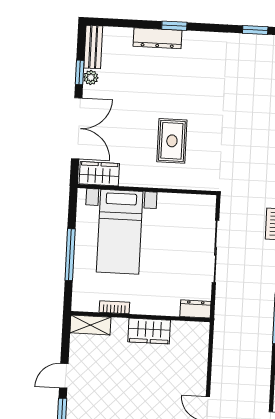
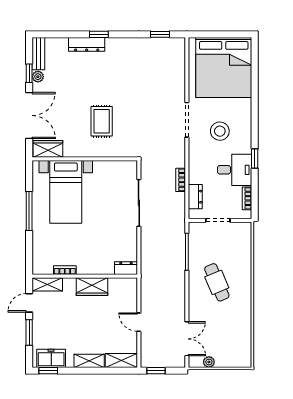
bookcase: (114, 307) -> (65, 270), moved
dresser: (195, 309) -> (126, 268), moved
wall: (140, 317) -> (85, 276), moved
shelving: (90, 325) -> (47, 284), moved
wardrobe: (149, 331) -> (92, 287), moved

